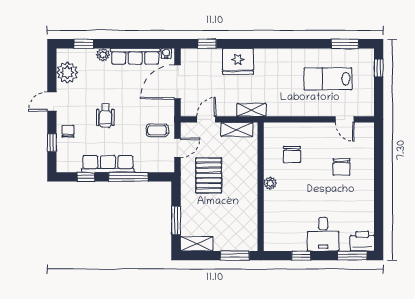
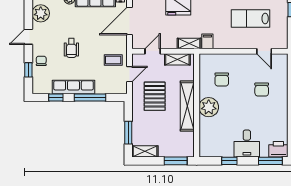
filing cabinet: (274, 107) -> (207, 41), added
plant: (270, 183) -> (209, 107), width x1.88, depth x1.88
shelving: (249, 188) -> (187, 106), added

